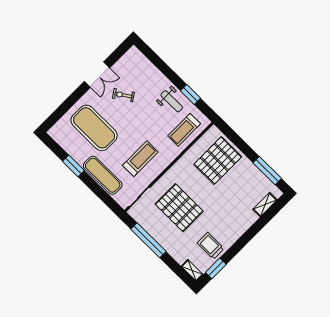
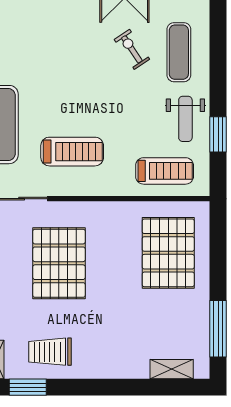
exercise mat: (94, 128) -> (179, 52), moved, width x0.50, depth x0.69
treadmill: (184, 130) -> (165, 171), turned 180
pallet: (218, 160) -> (168, 253), turned 90
trolley: (211, 246) -> (50, 352), turned -90

